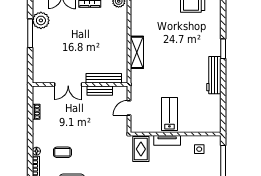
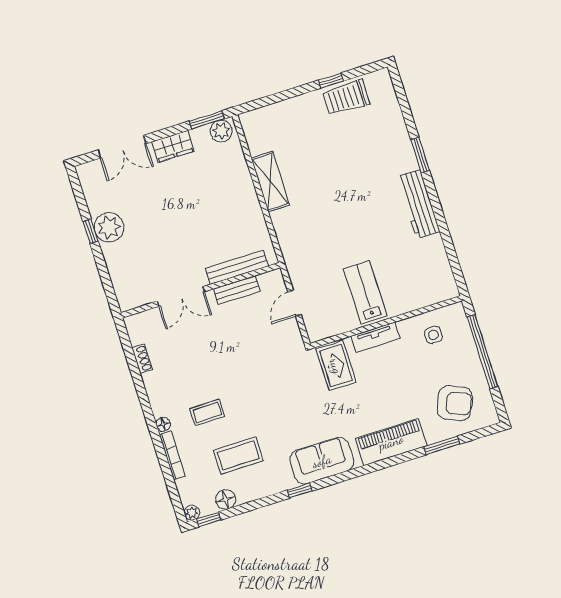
plant: (41, 20) -> (109, 227), moved
window: (30, 33) -> (91, 231), width x0.46
shelving: (137, 52) -> (270, 182), moved

